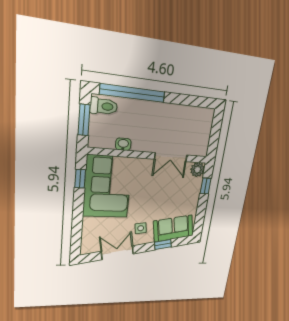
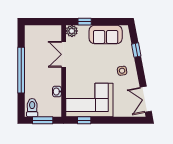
window: (133, 93) -> (21, 70), moved
double door: (171, 157) -> (64, 54), swing flipped
sofa: (173, 228) -> (106, 35), moved, turned -79
double door: (117, 253) -> (146, 99), moved

